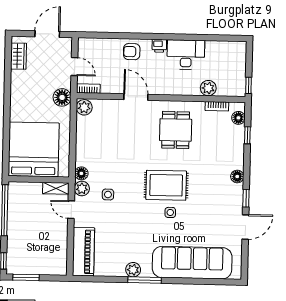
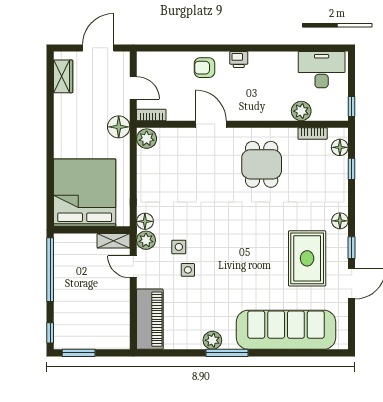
desk: (186, 55) -> (322, 70), moved
rug: (166, 185) -> (307, 258), moved, turned 90
side table: (170, 212) -> (188, 270), moved

